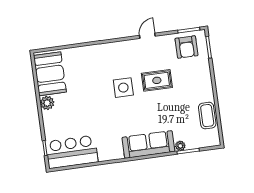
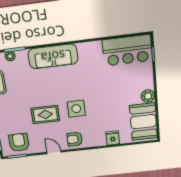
door: (147, 36) -> (54, 152), swing flipped
armchair: (124, 52) -> (75, 139), added
fridge: (82, 54) -> (113, 138), added
plant: (180, 146) -> (10, 56), moved

